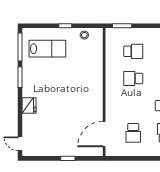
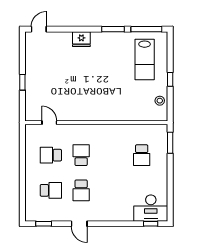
school desk: (133, 78) -> (81, 155), moved
door: (104, 134) -> (49, 123), width x0.53

